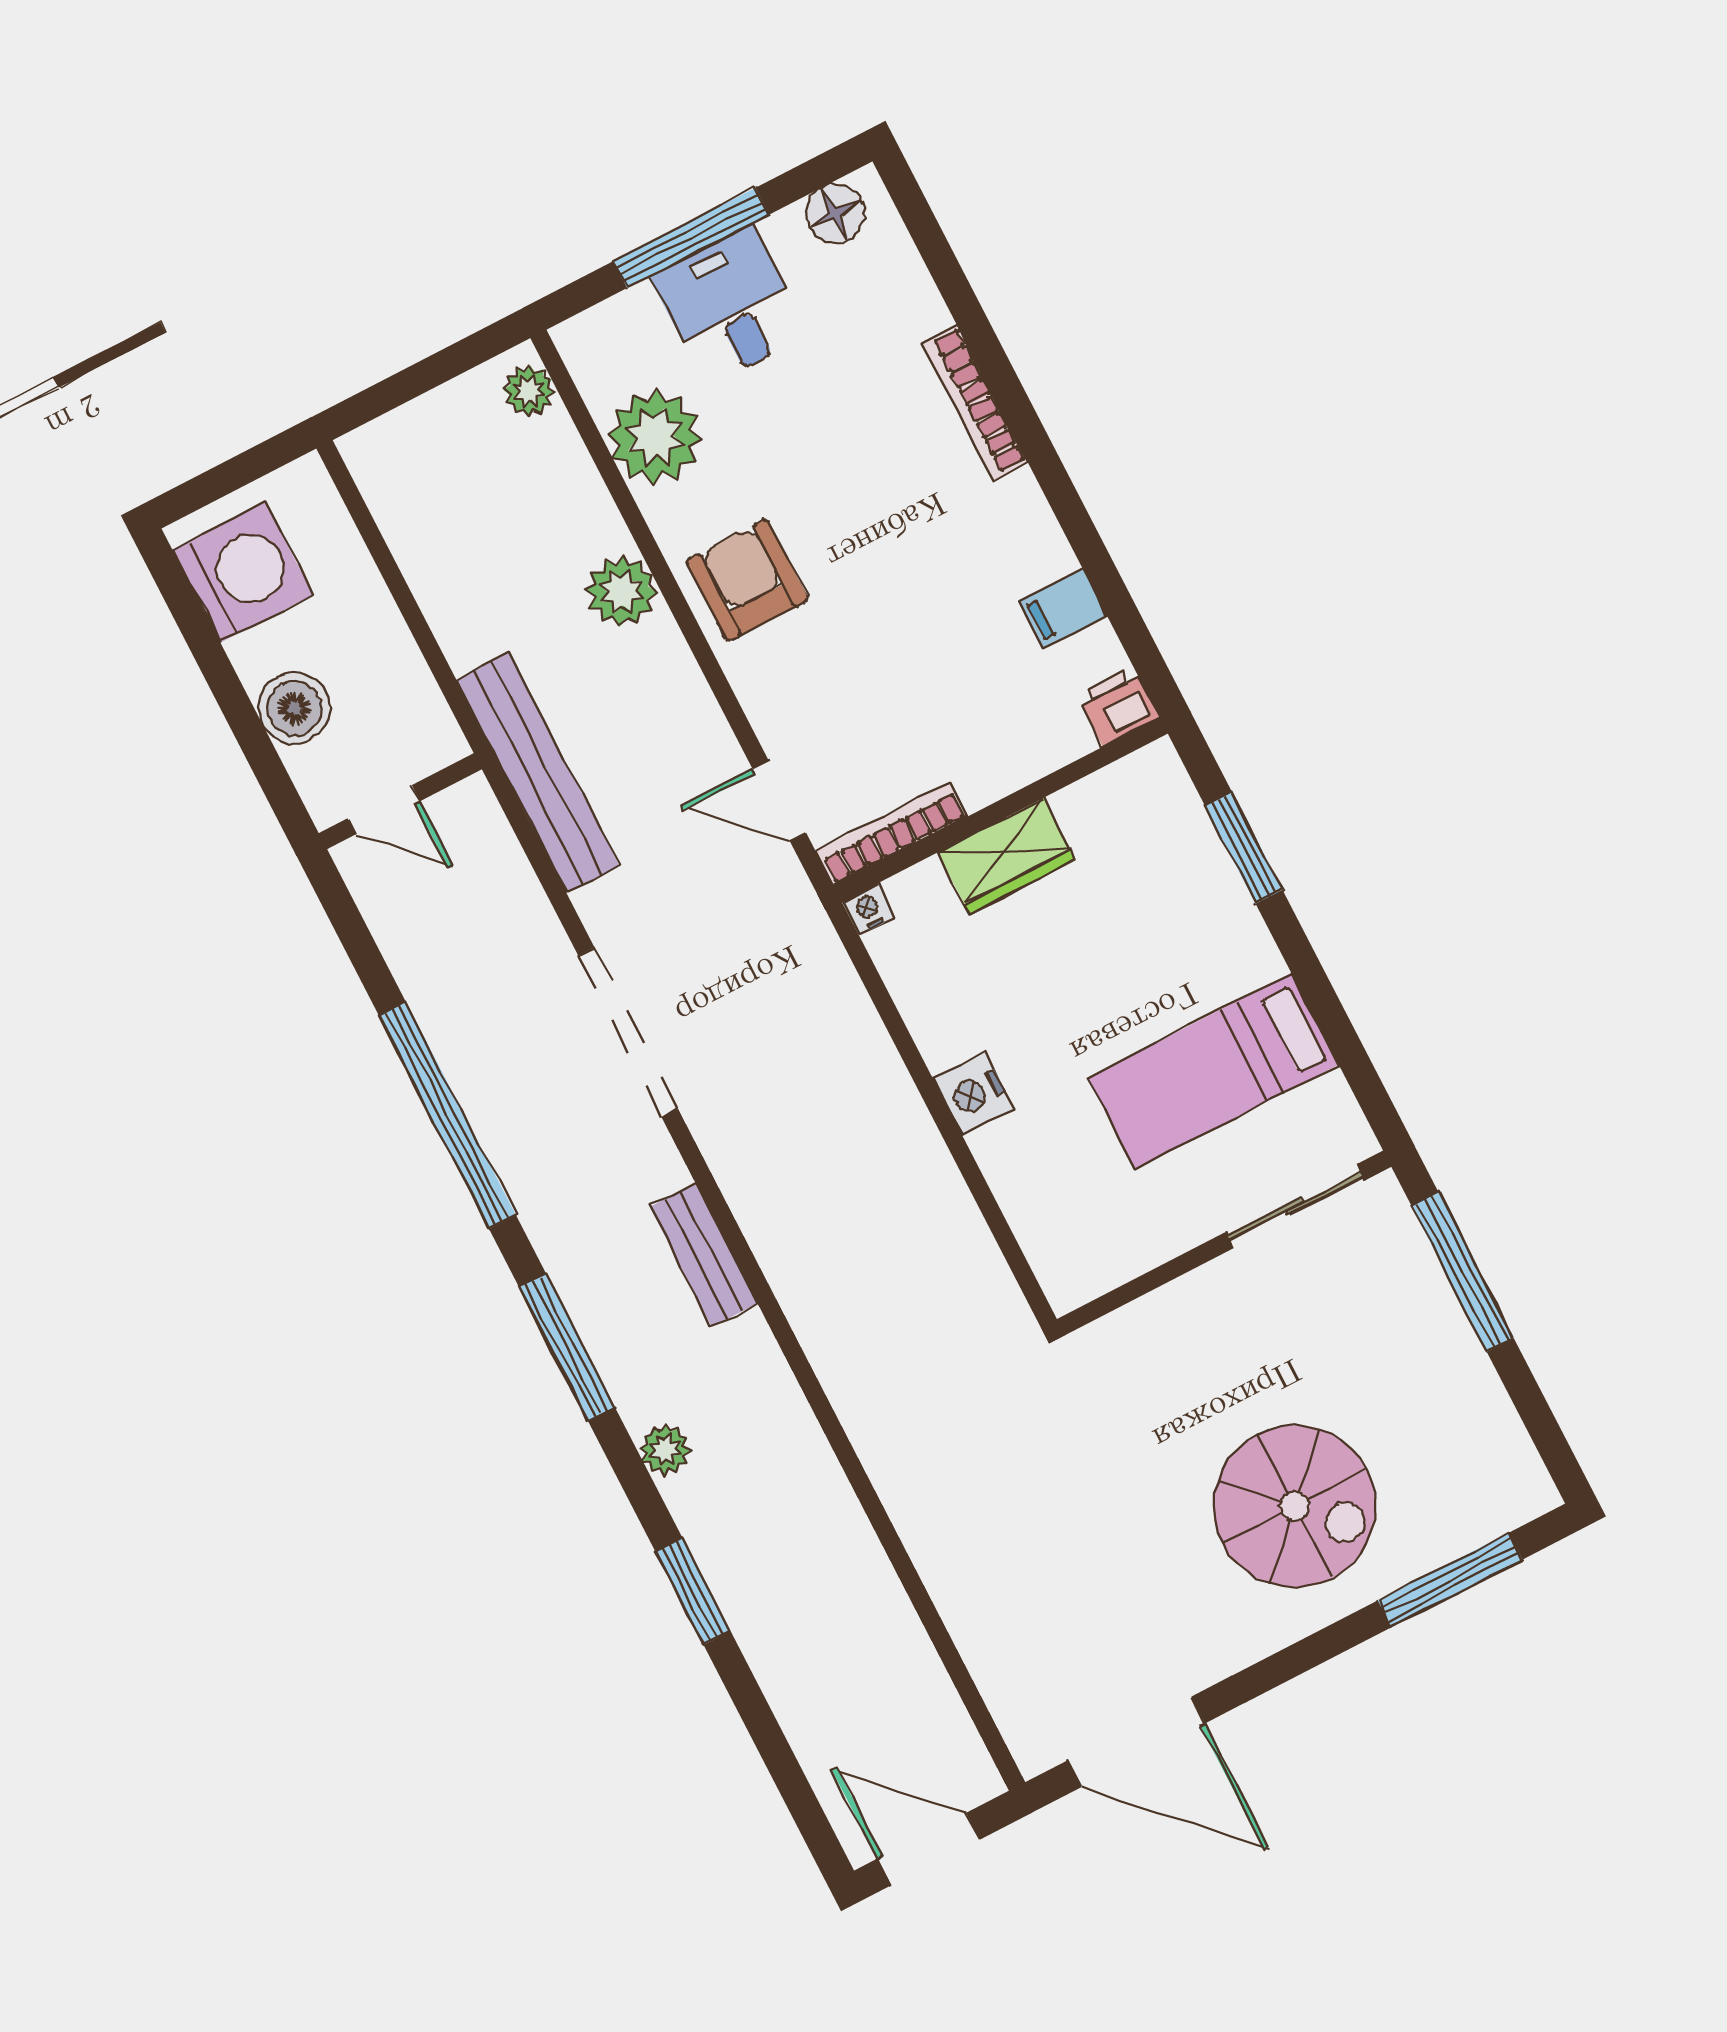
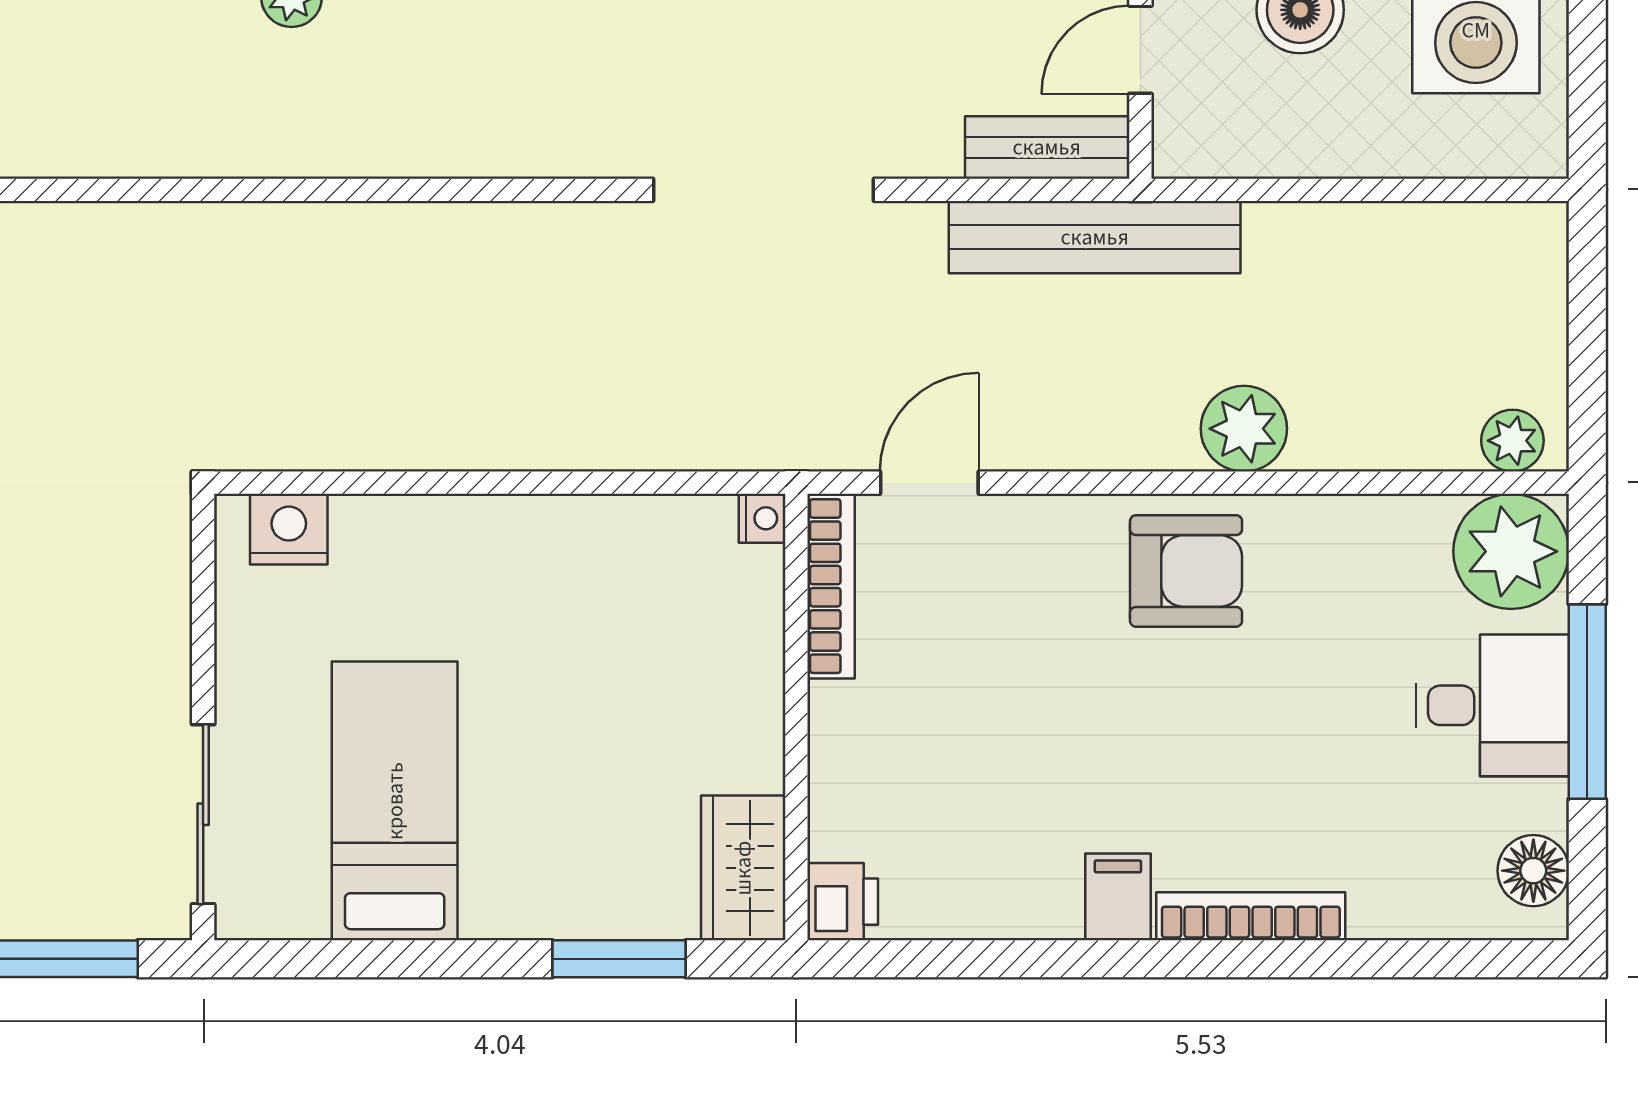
plant: (655, 437) -> (1511, 551), moved
filing cabinet: (1063, 608) -> (1118, 897), moved
wardrobe: (1006, 856) -> (743, 868), moved
nightstand: (974, 1094) -> (289, 529), moved
bench: (704, 1255) -> (1047, 147), moved

